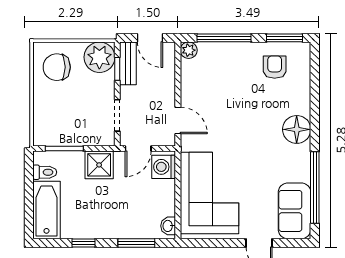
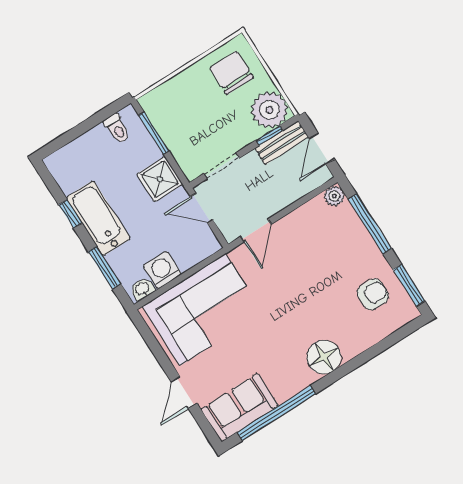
washing machine: (164, 167) -> (162, 270), moved
bathtub: (46, 210) -> (98, 218), moved, turned -90

